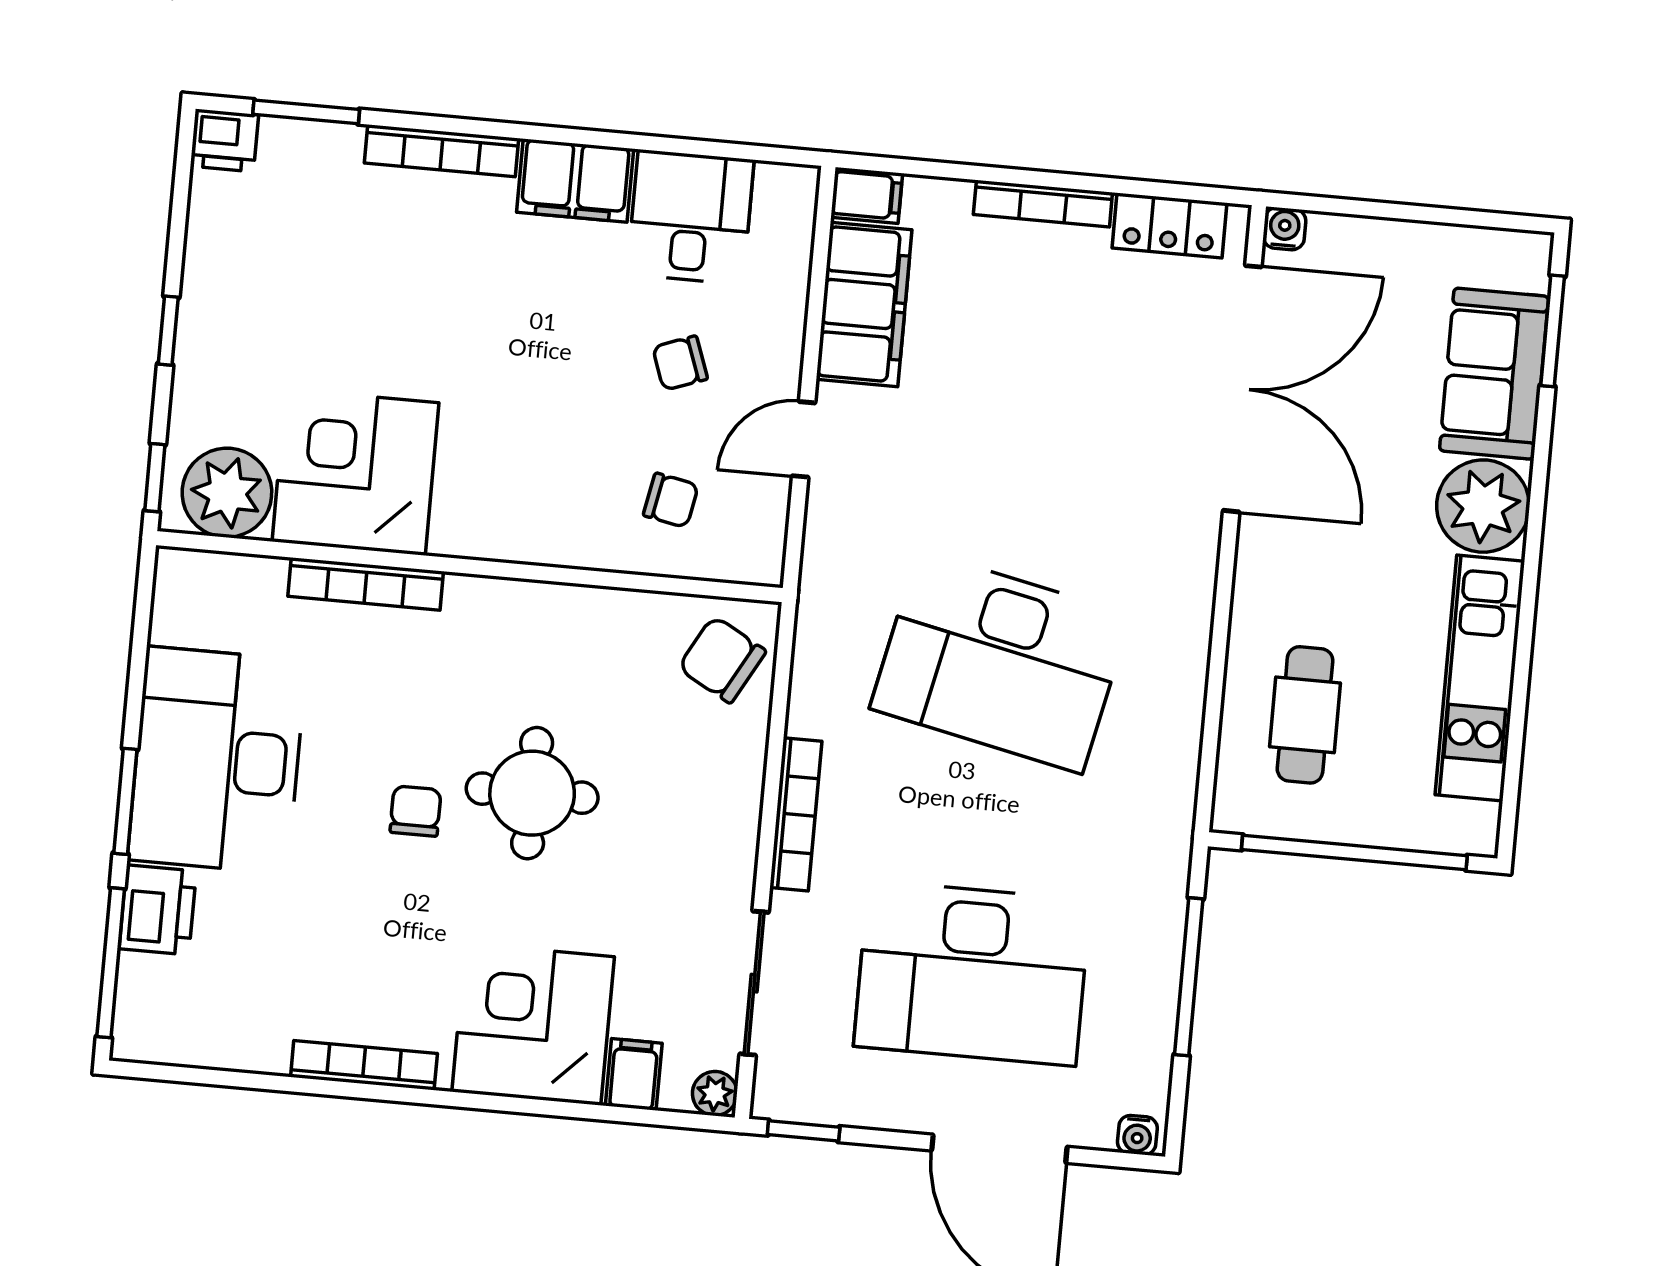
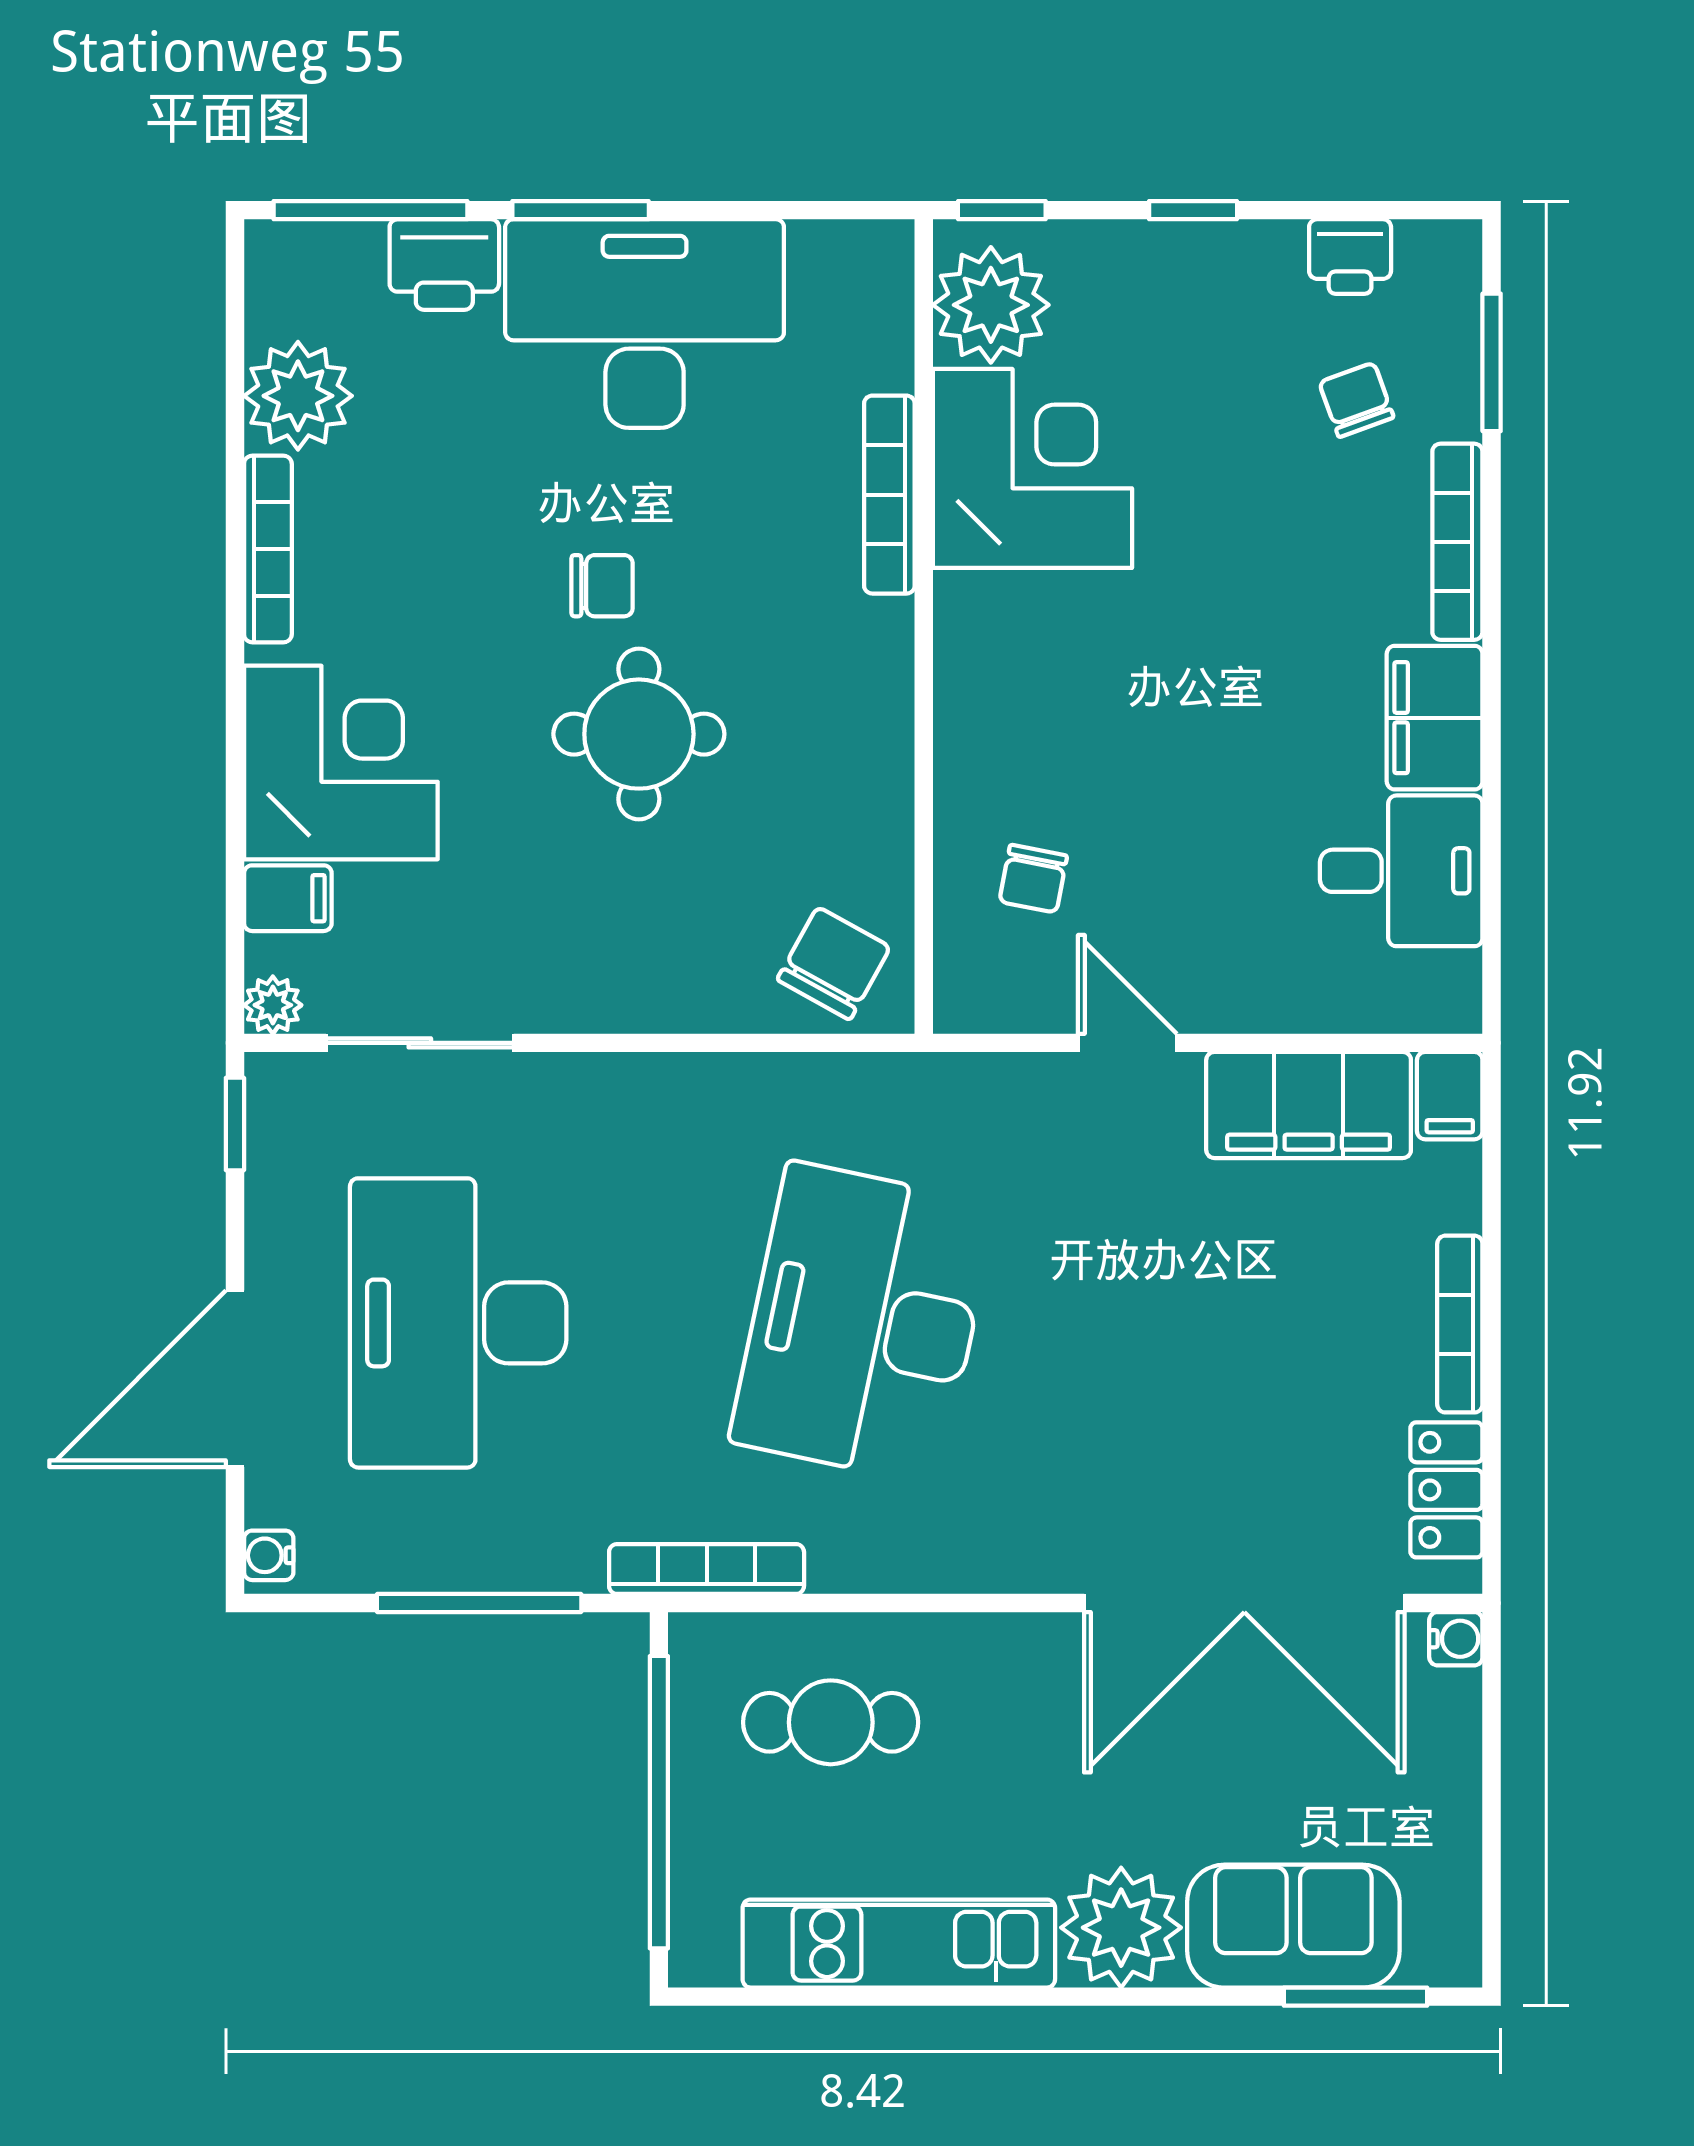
printer: (224, 140) -> (1350, 257), moved, turned -90
chair: (680, 363) -> (1356, 400), moved
bookcase: (796, 814) -> (707, 1569), moved, turned 180
plant: (248, 1032) -> (298, 396), added

